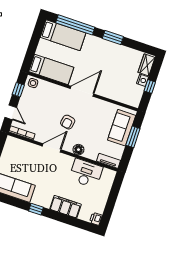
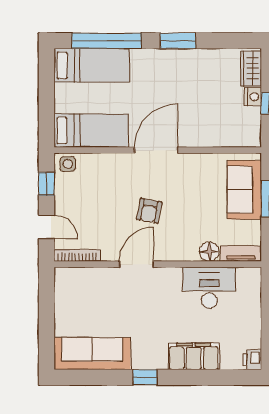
floor lamp: (78, 150) -> (209, 252), moved

